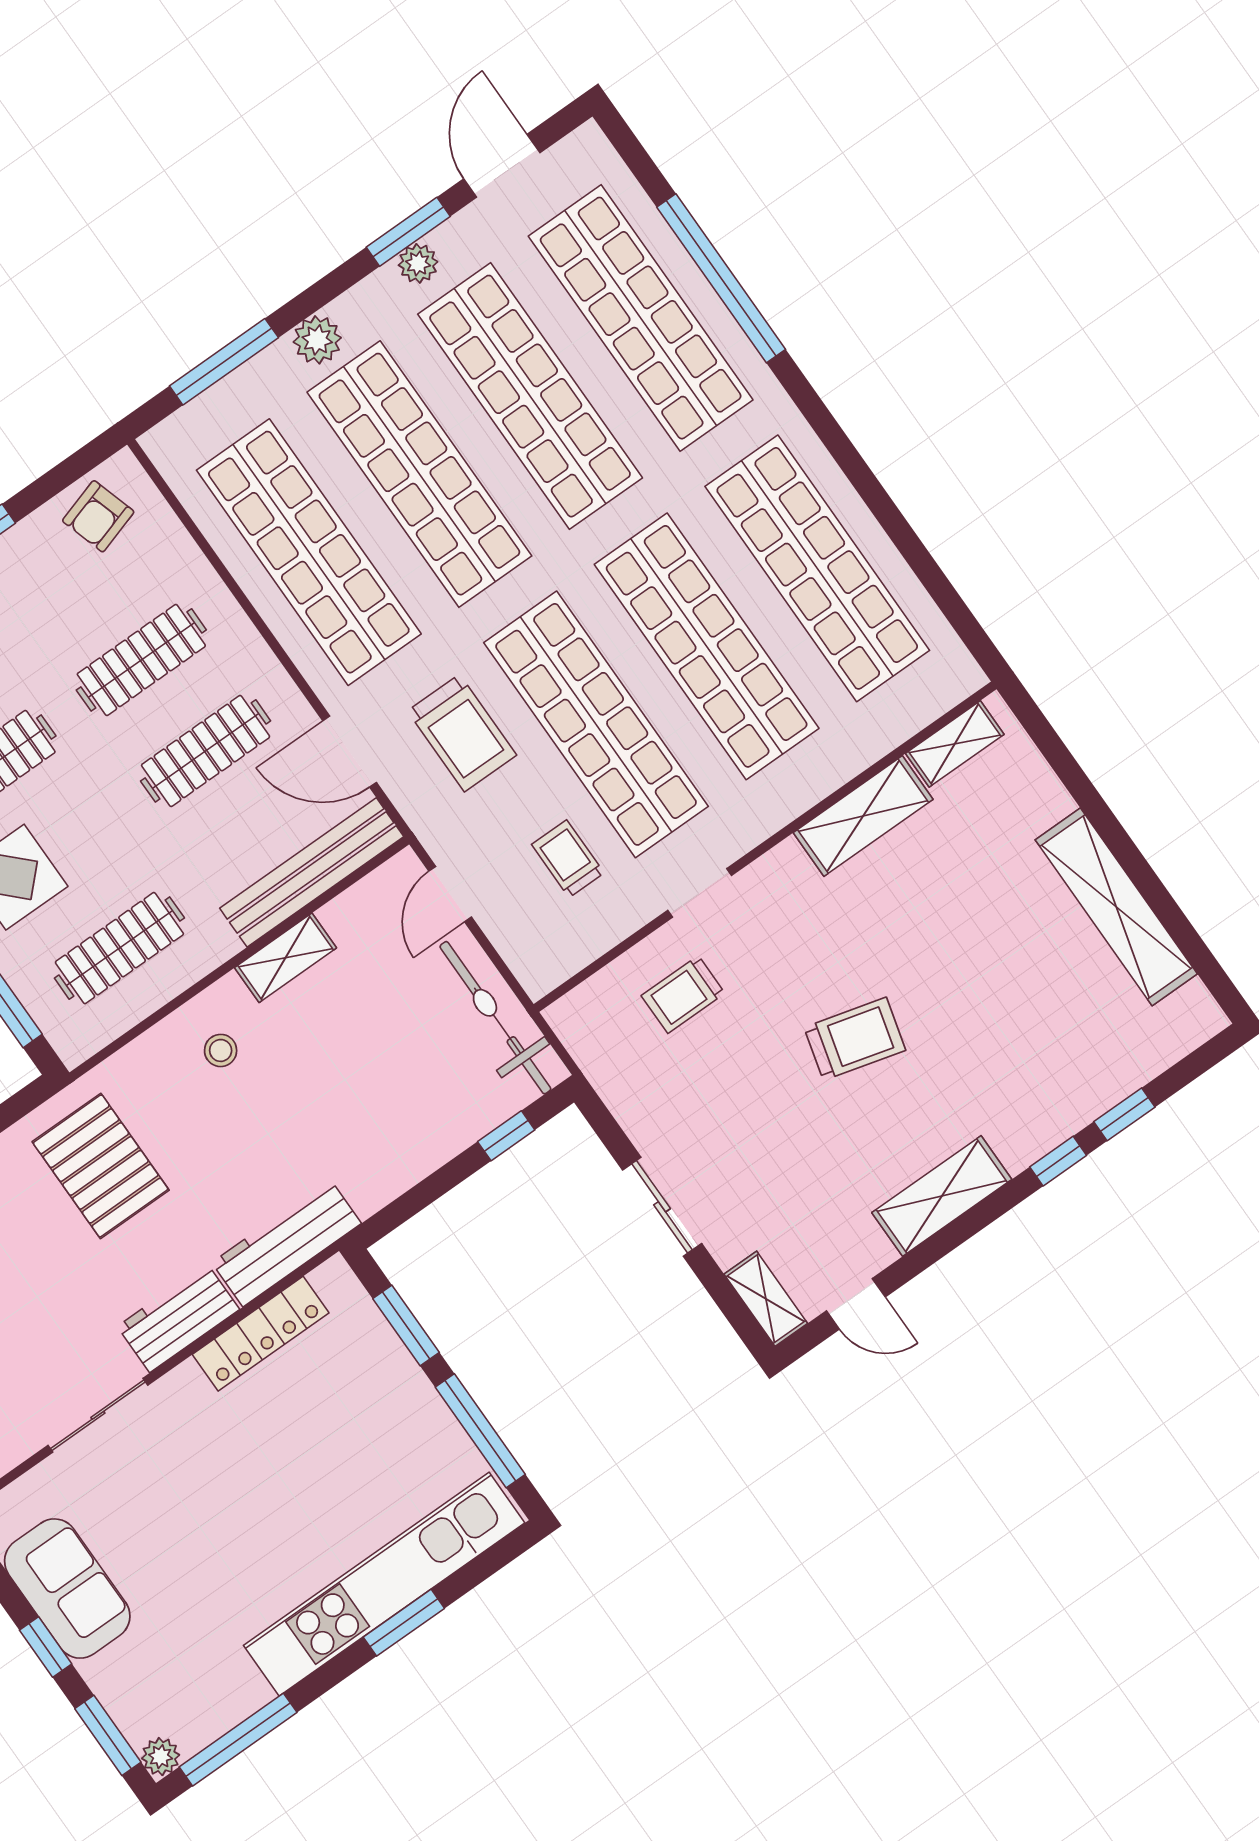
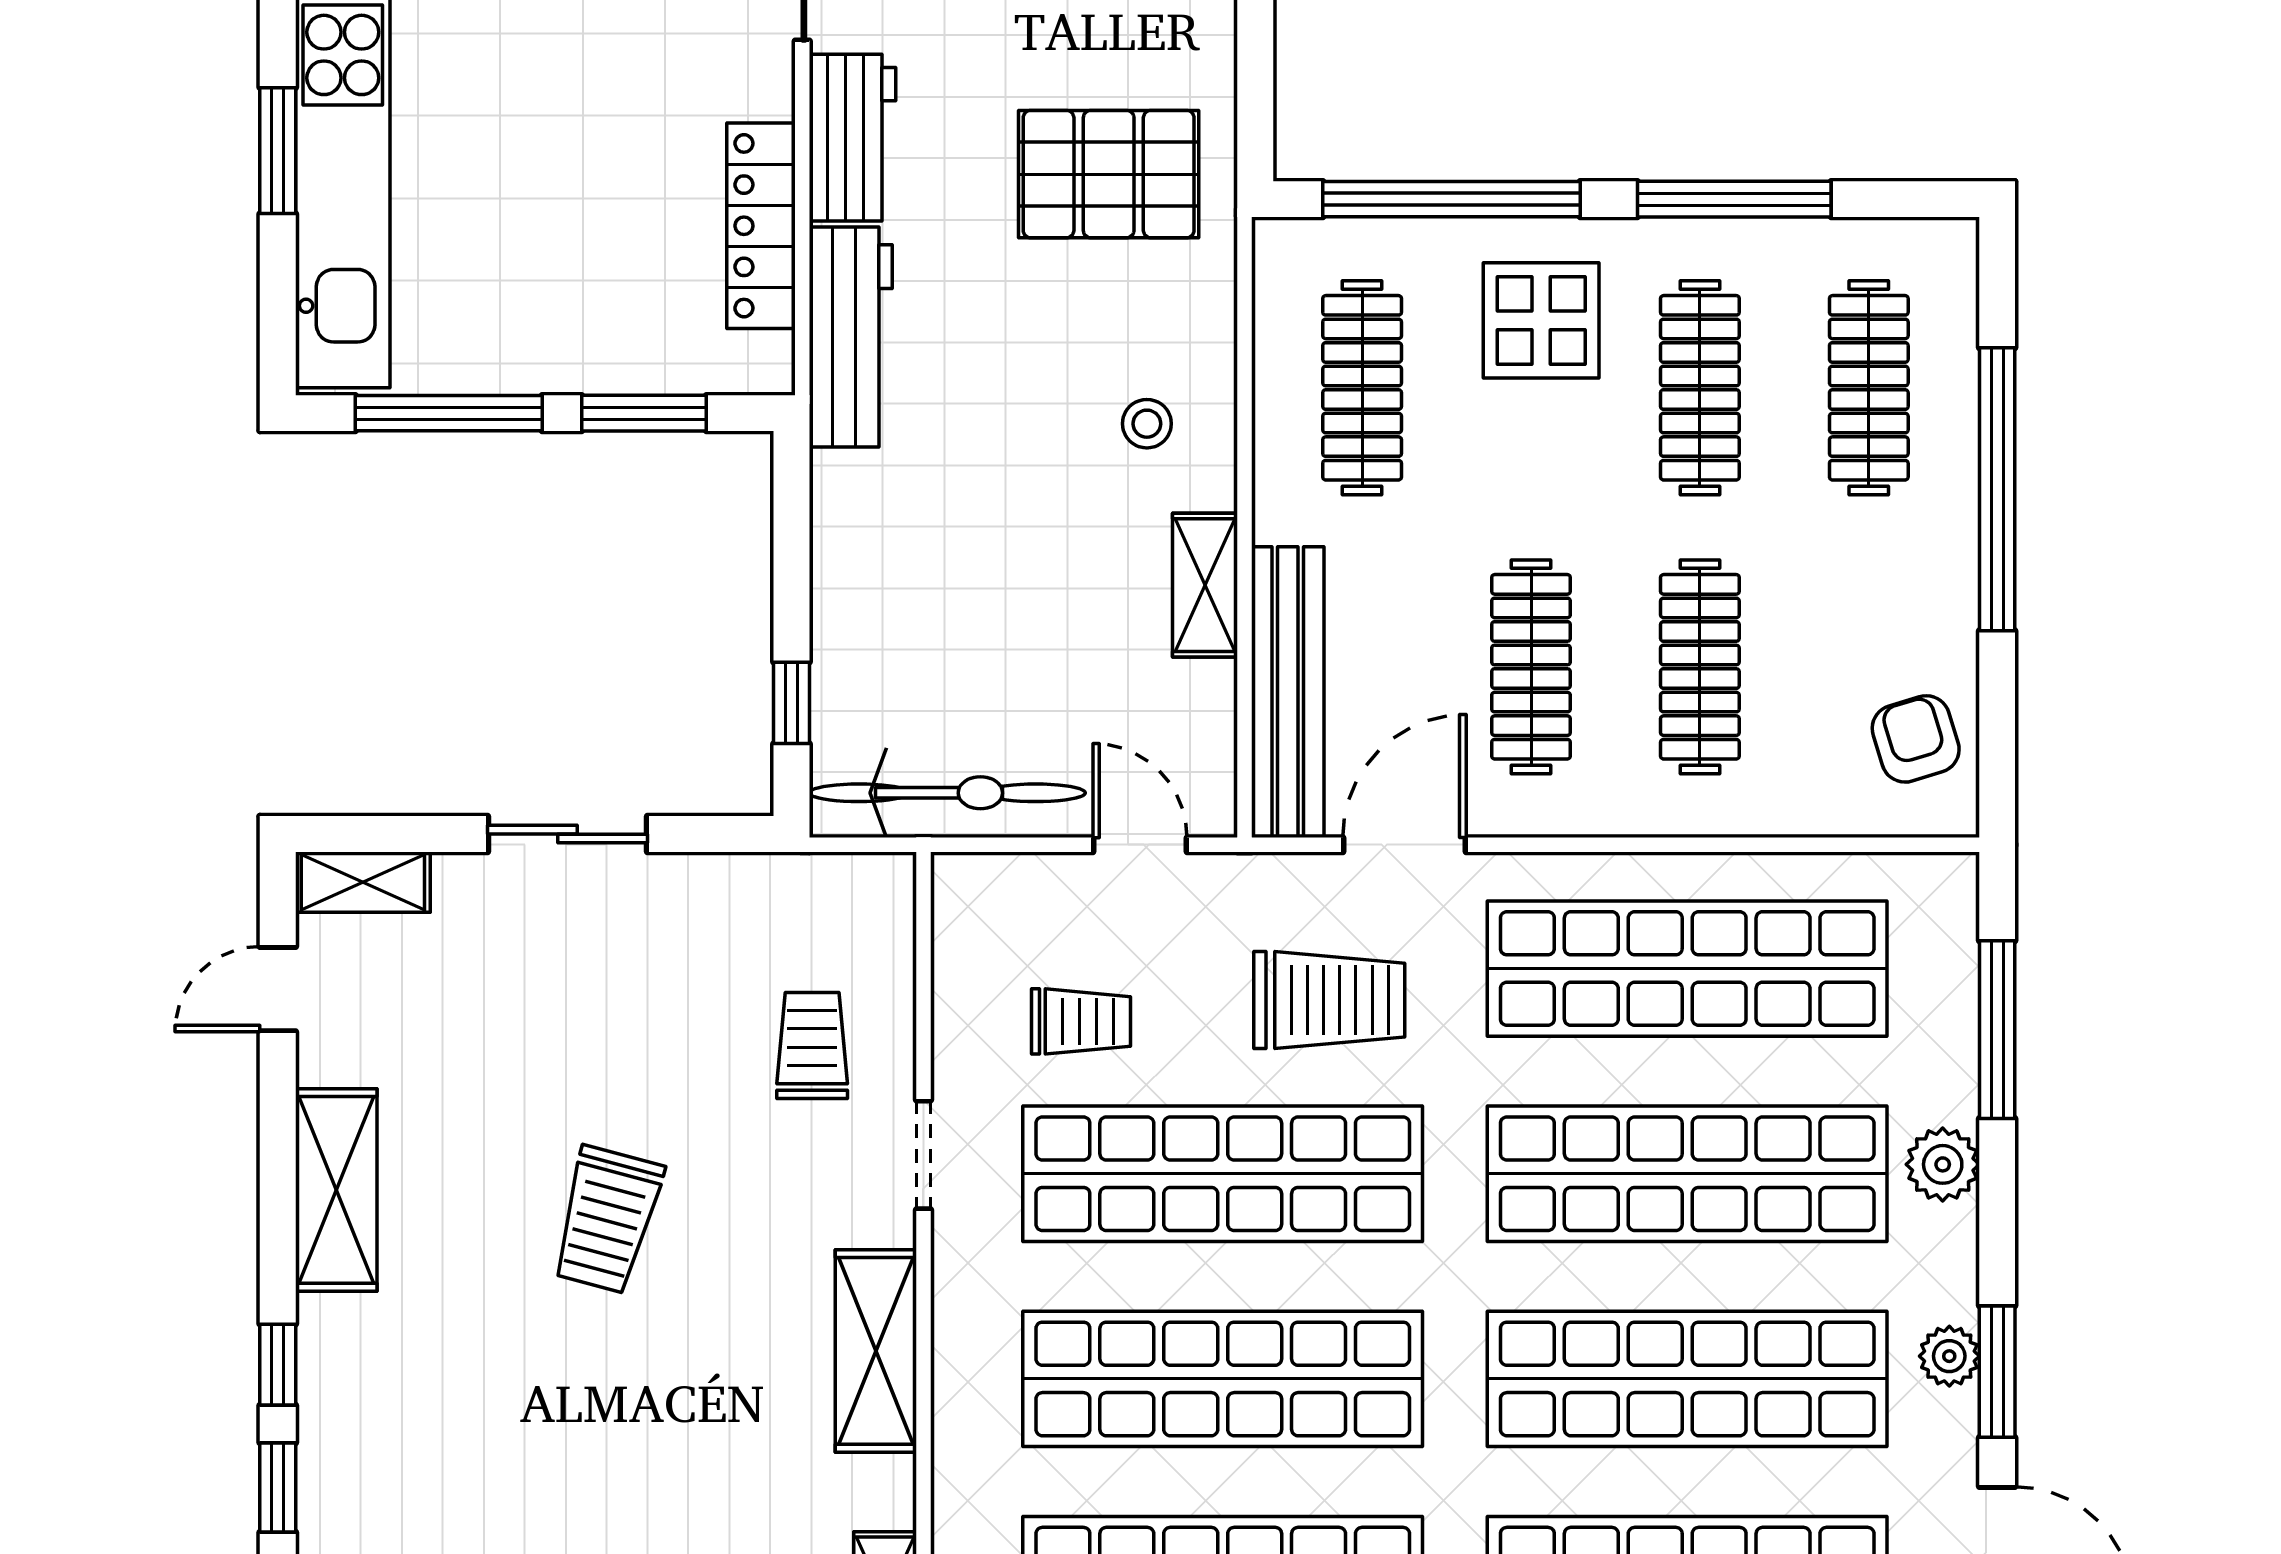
trolley: (462, 733) -> (1329, 1000), turned 180
shelving: (863, 816) -> (876, 1351), moved

